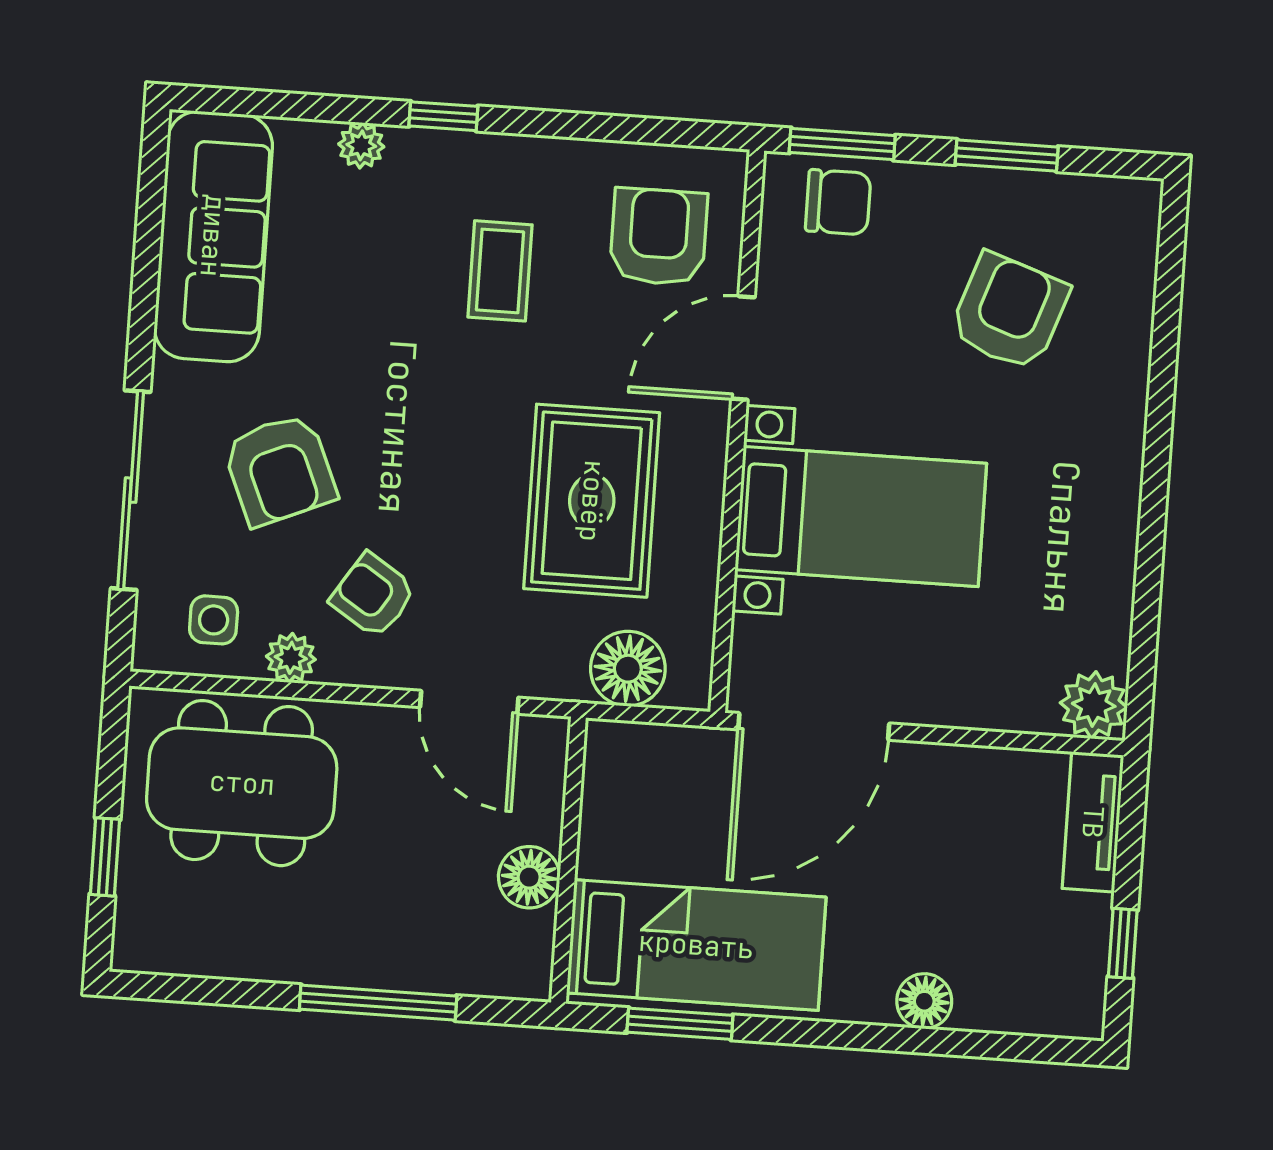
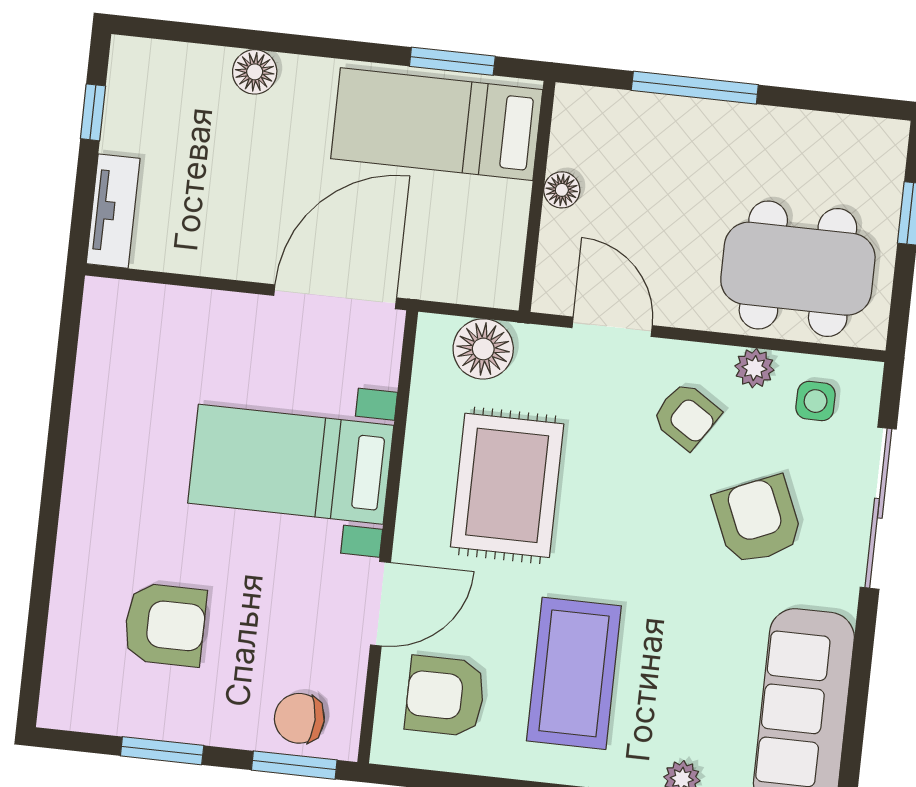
armchair: (659, 237) -> (445, 696), turned 90
coffee table: (500, 271) -> (574, 673), width x1.86, depth x1.72
armchair: (1009, 312) -> (165, 625), turned -109
plant: (1094, 705) -> (109, 305), removed
floor lamp: (529, 877) -> (562, 190), width x0.73, depth x0.73

